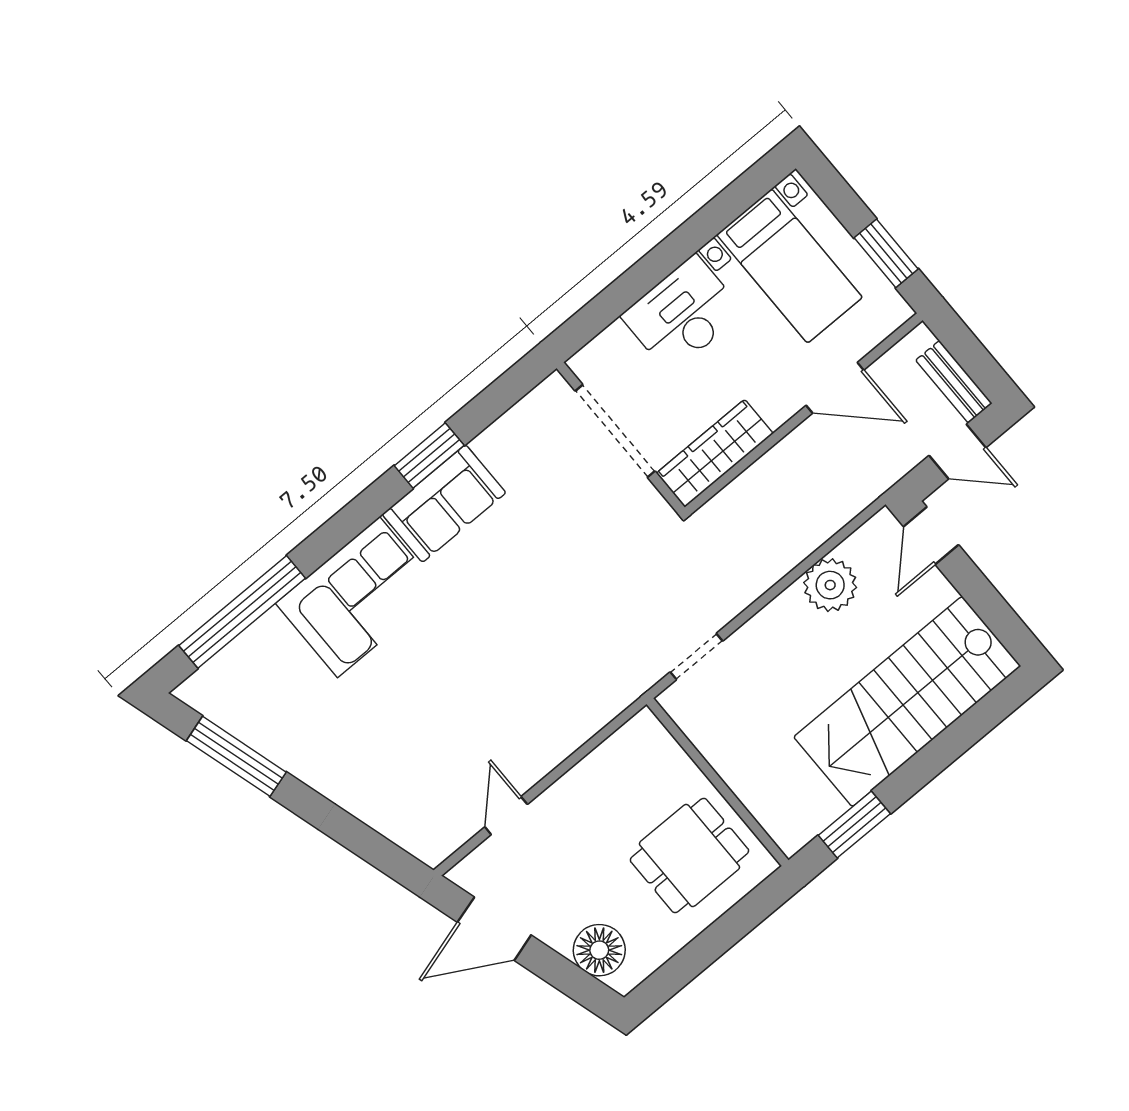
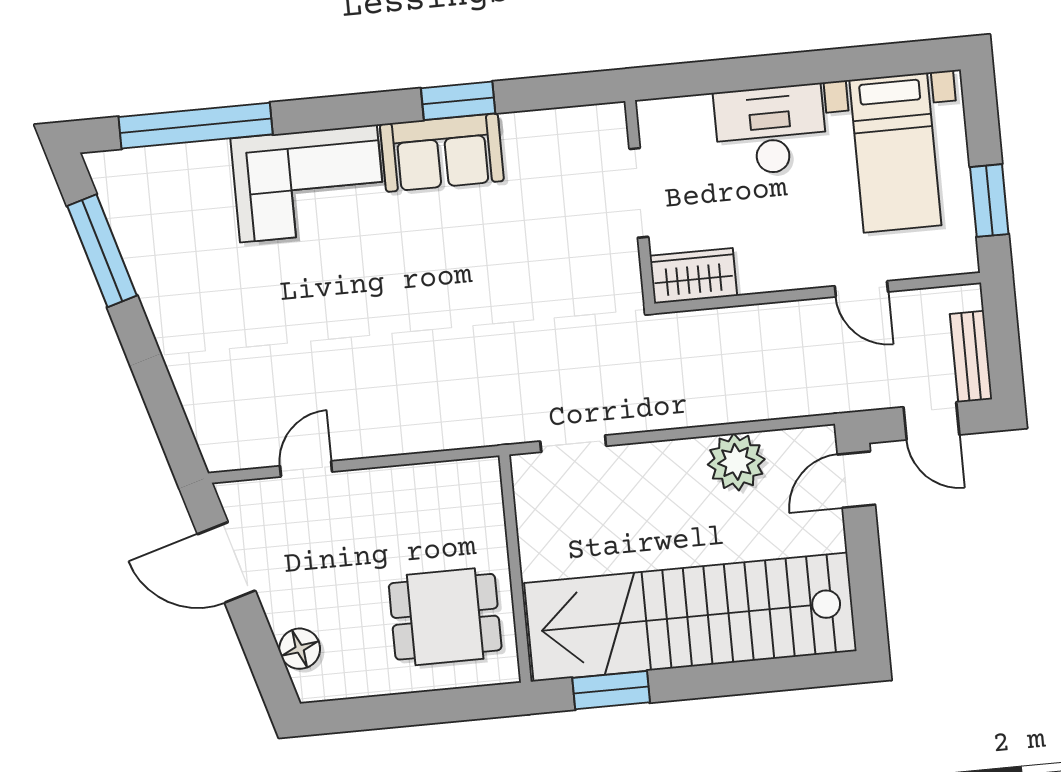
door: (835, 388) -> (861, 289), width x0.73
doorway: (615, 431) -> (639, 193), width x0.73
wardrobe: (715, 453) -> (693, 276), width x0.67
stairs: (907, 702) -> (690, 617), width x1.36
floor lamp: (599, 950) -> (300, 649), width x0.73, depth x0.73

